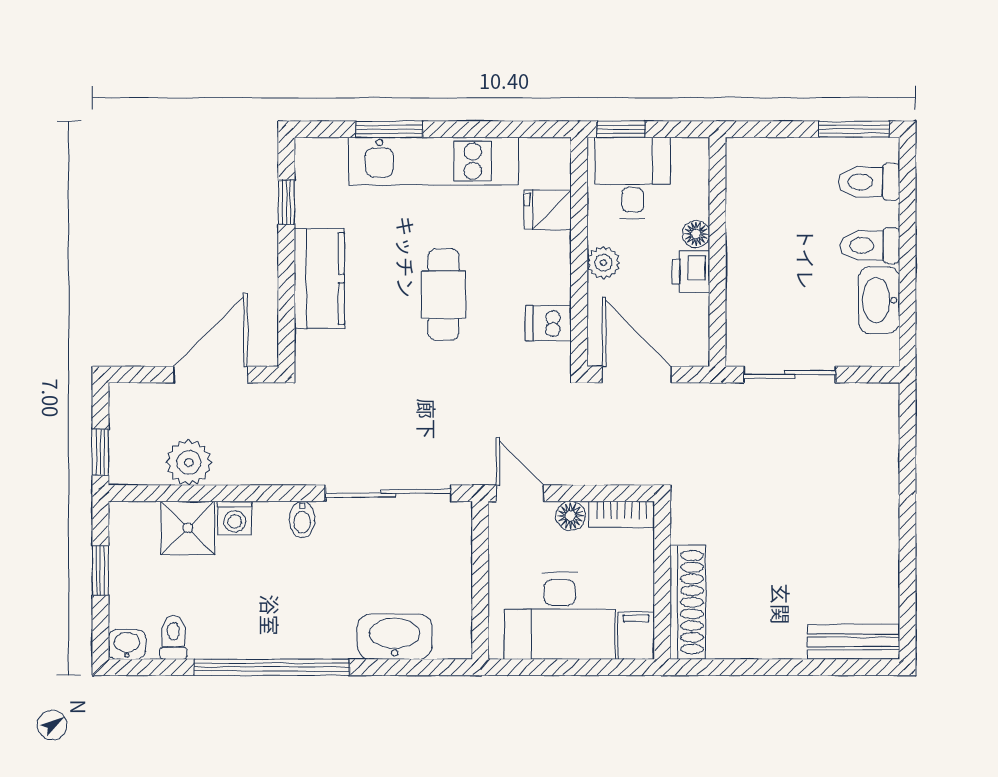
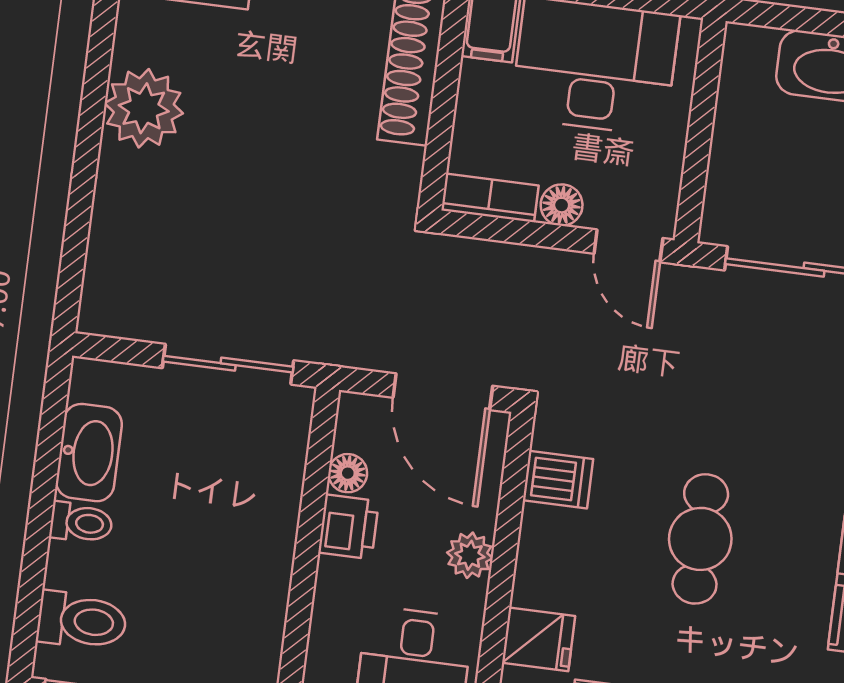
floor lamp: (696, 234) -> (348, 473), moved
toilet: (870, 246) -> (81, 523), width x0.73, depth x0.72
plant: (872, 546) -> (144, 108), added

